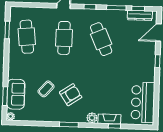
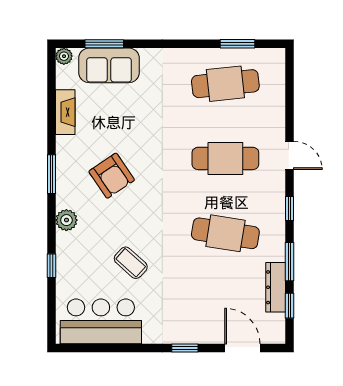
dresser: (140, 15) -> (276, 287), moved
cafe table: (101, 39) -> (225, 233), turned 33
coffee table: (46, 89) -> (131, 263), moved
fireplace: (109, 119) -> (65, 112), moved

